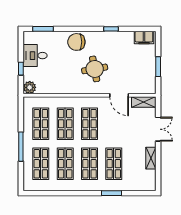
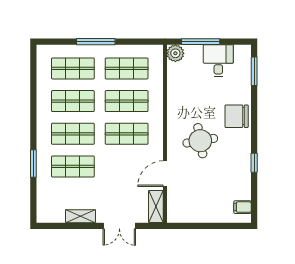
filing cabinet: (144, 38) -> (243, 207), width x0.50
chair: (76, 42) -> (237, 116), turned -90
window: (158, 67) -> (203, 226), removed
window: (21, 69) -> (201, 42), width x2.17

